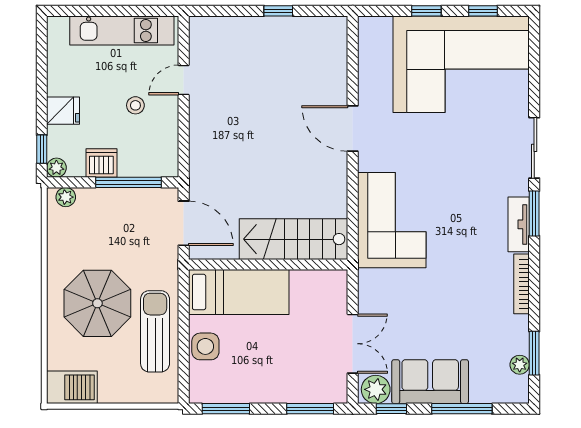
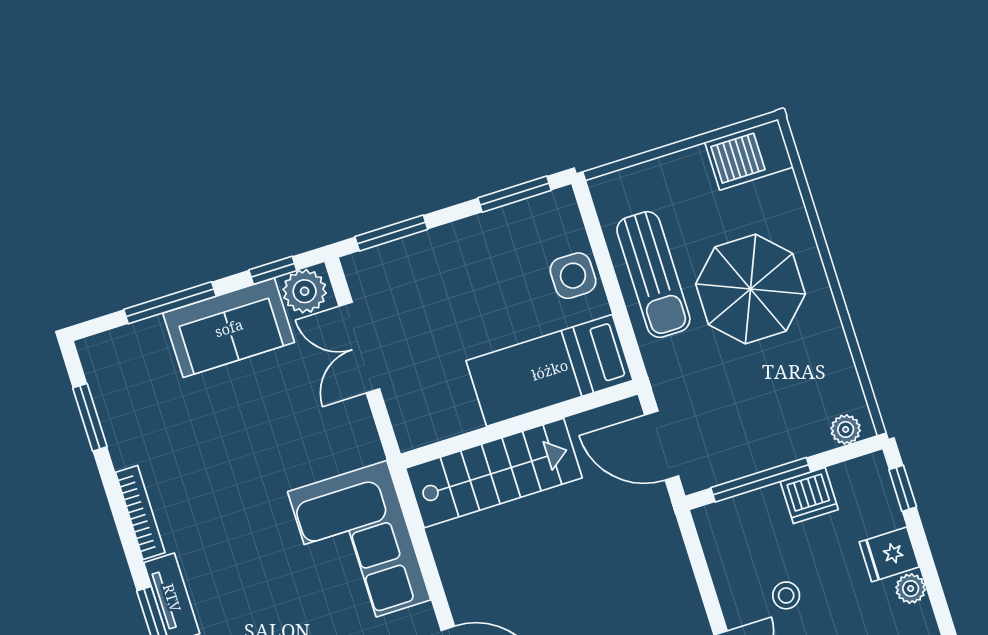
plant: (56, 168) -> (911, 589), moved
plant: (520, 365) -> (106, 394), removed

